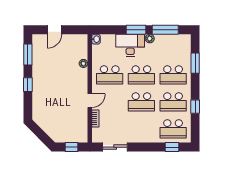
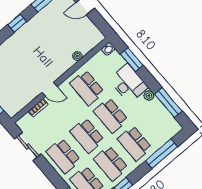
window: (136, 30) -> (132, 60), moved
window: (195, 63) -> (161, 154), width x1.44
school desk: (141, 129) -> (63, 156), added

